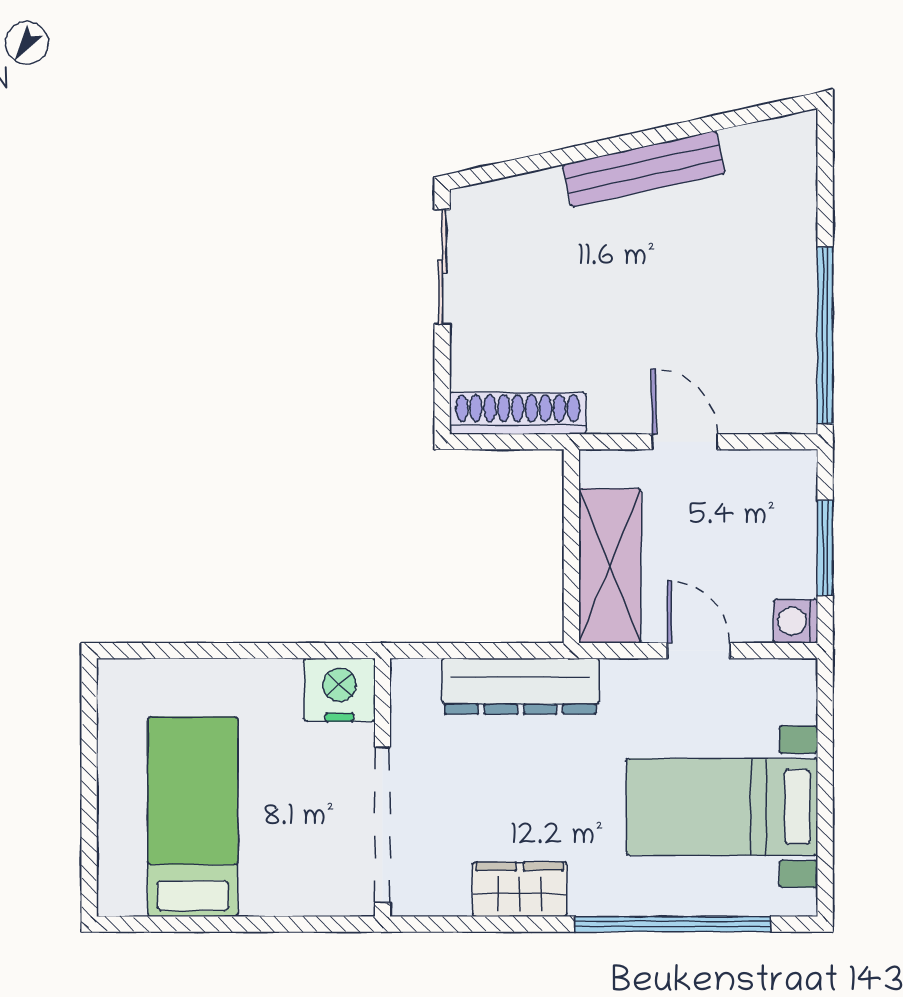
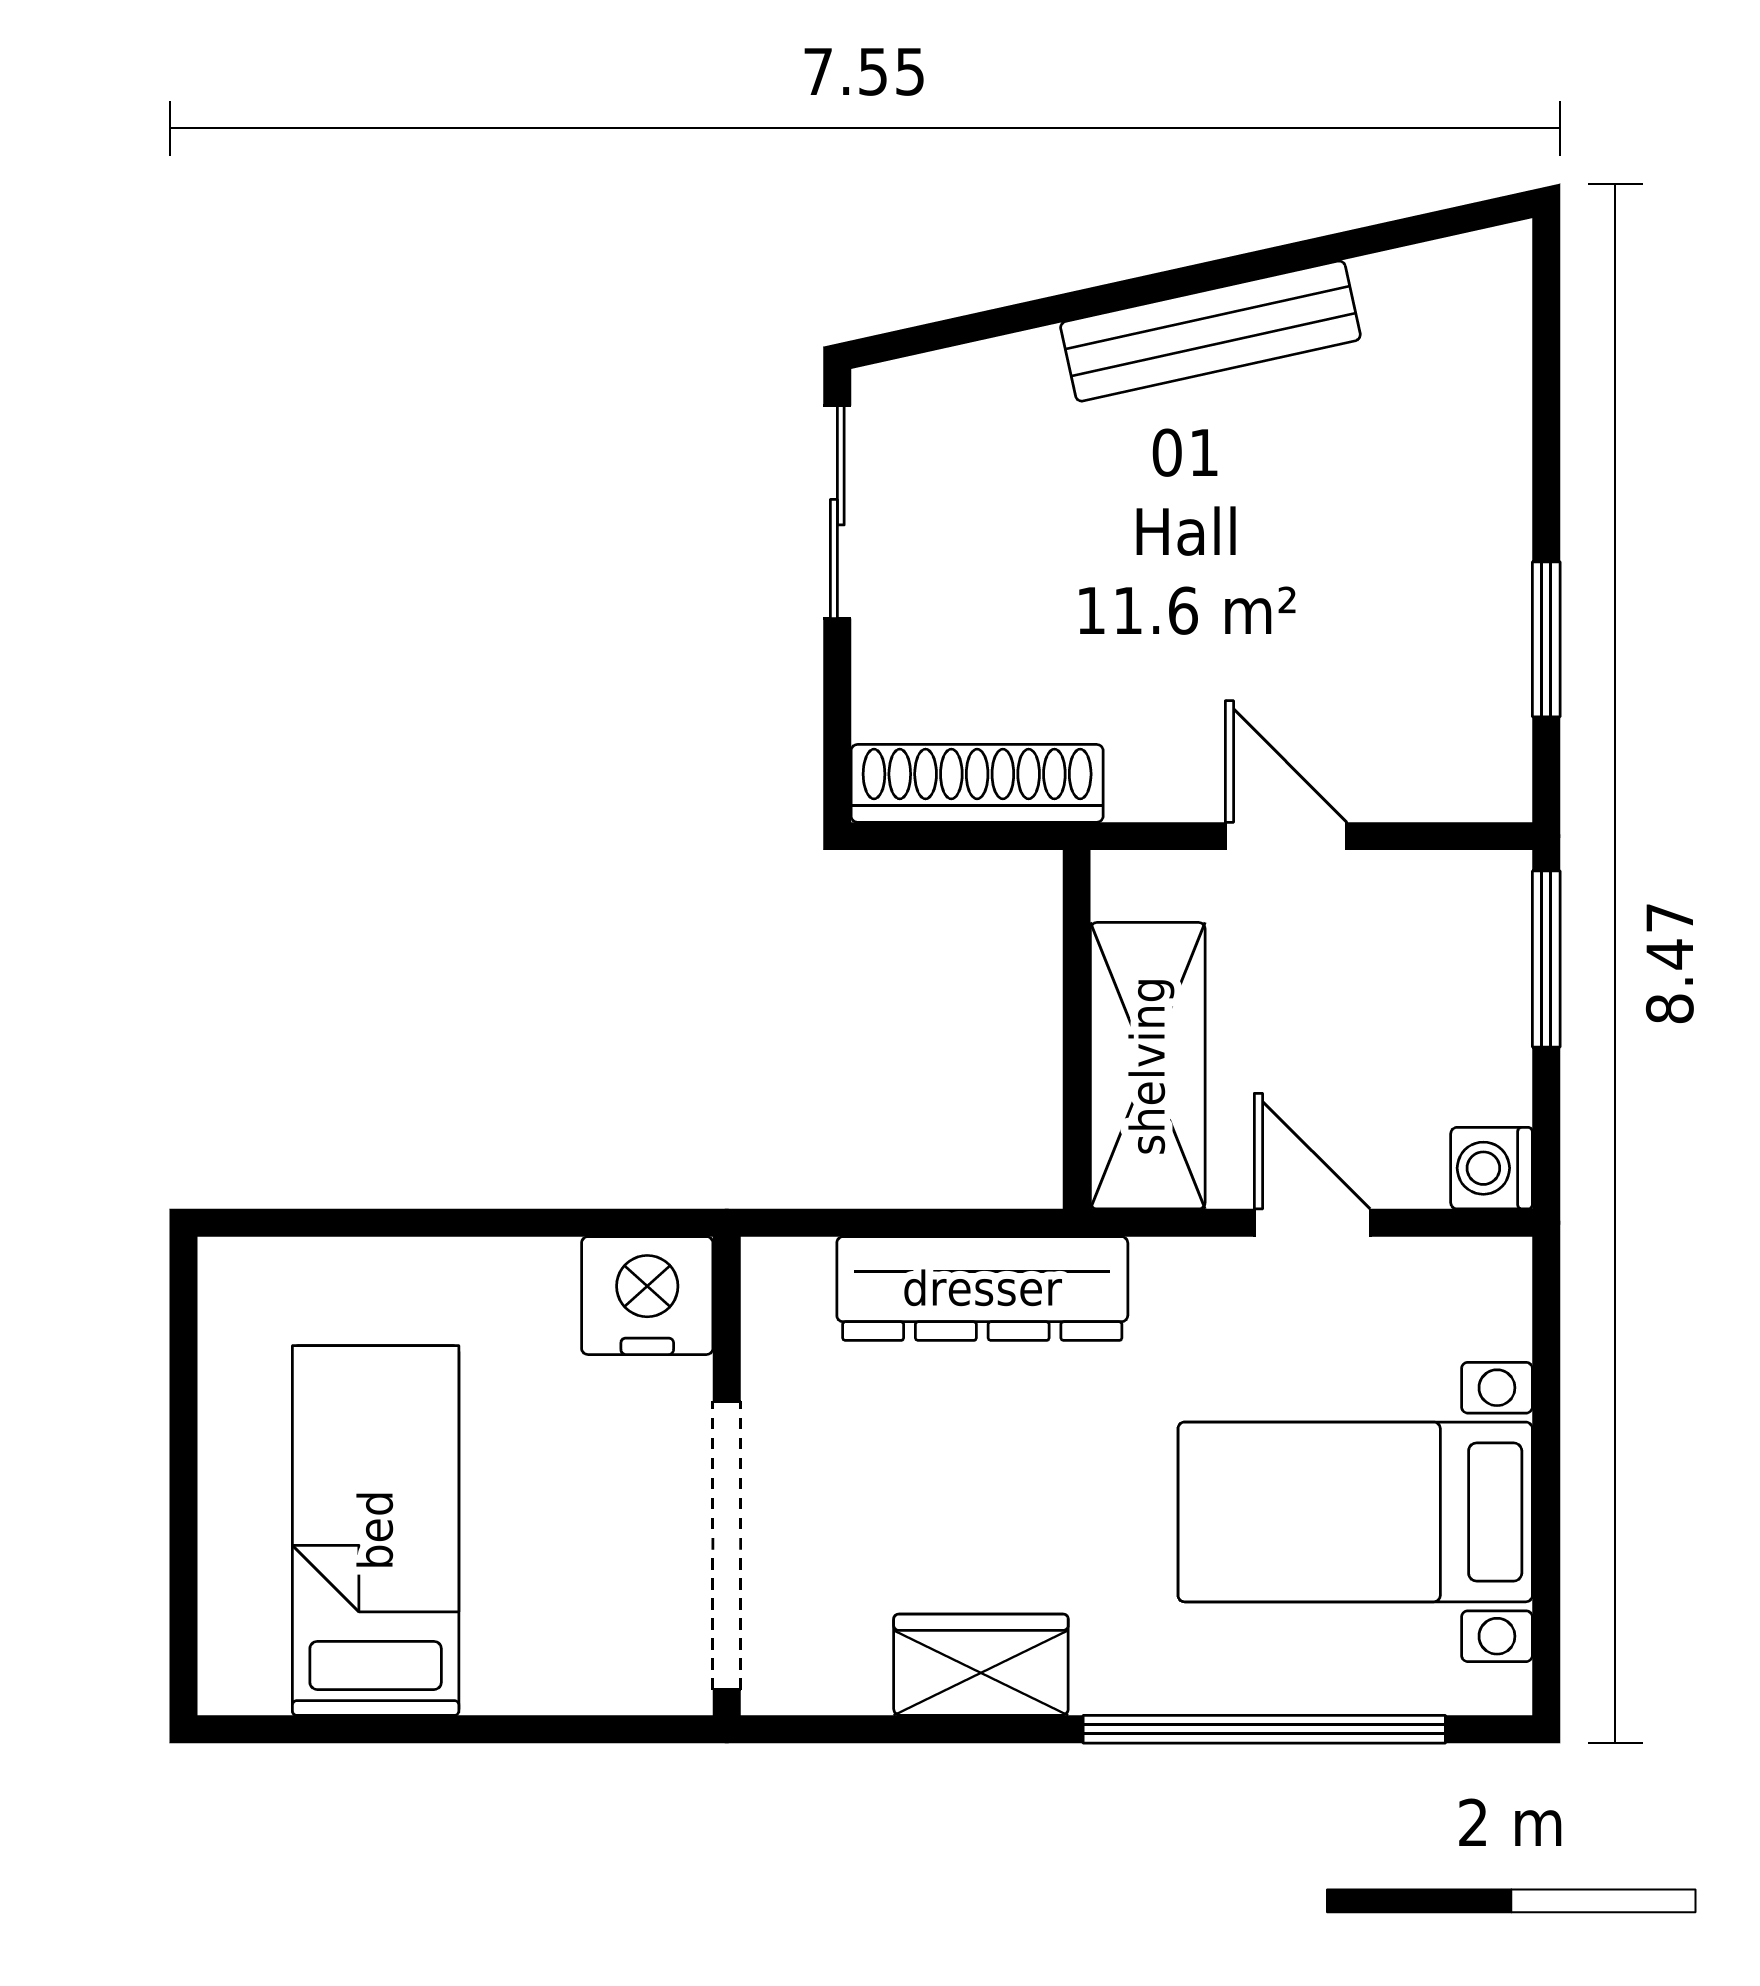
window: (825, 335) -> (1546, 639), width x0.47
window: (825, 548) -> (1546, 959), moved

